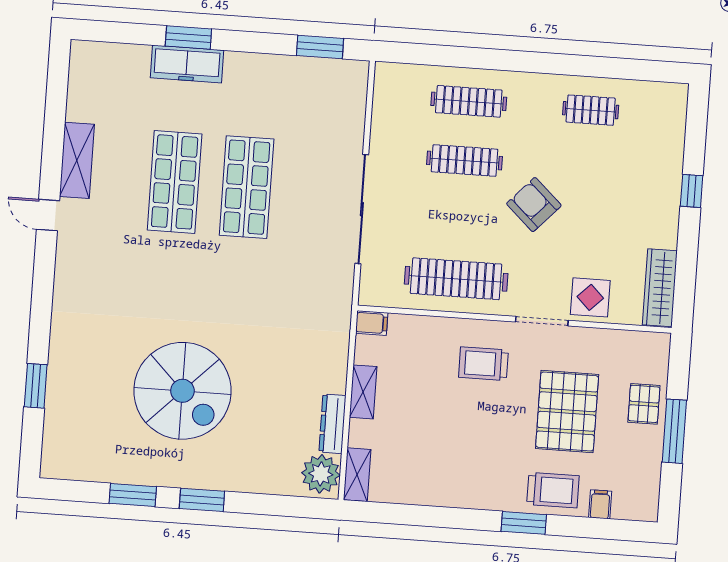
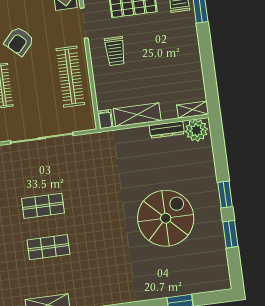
shop shelf: (175, 182) -> (48, 247), width x0.70, depth x0.74
shop shelf: (247, 187) -> (43, 206), width x0.70, depth x0.74
shelving: (363, 392) -> (137, 115), width x1.50, depth x1.33

